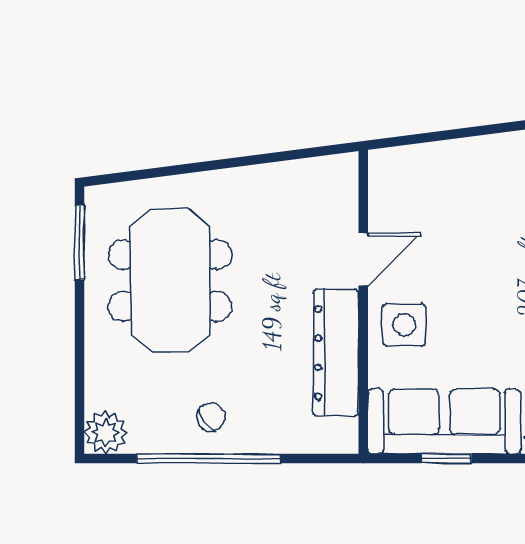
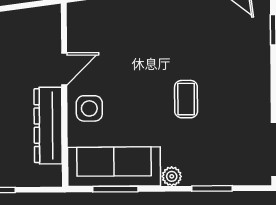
window: (446, 459) -> (115, 189), width x1.50

